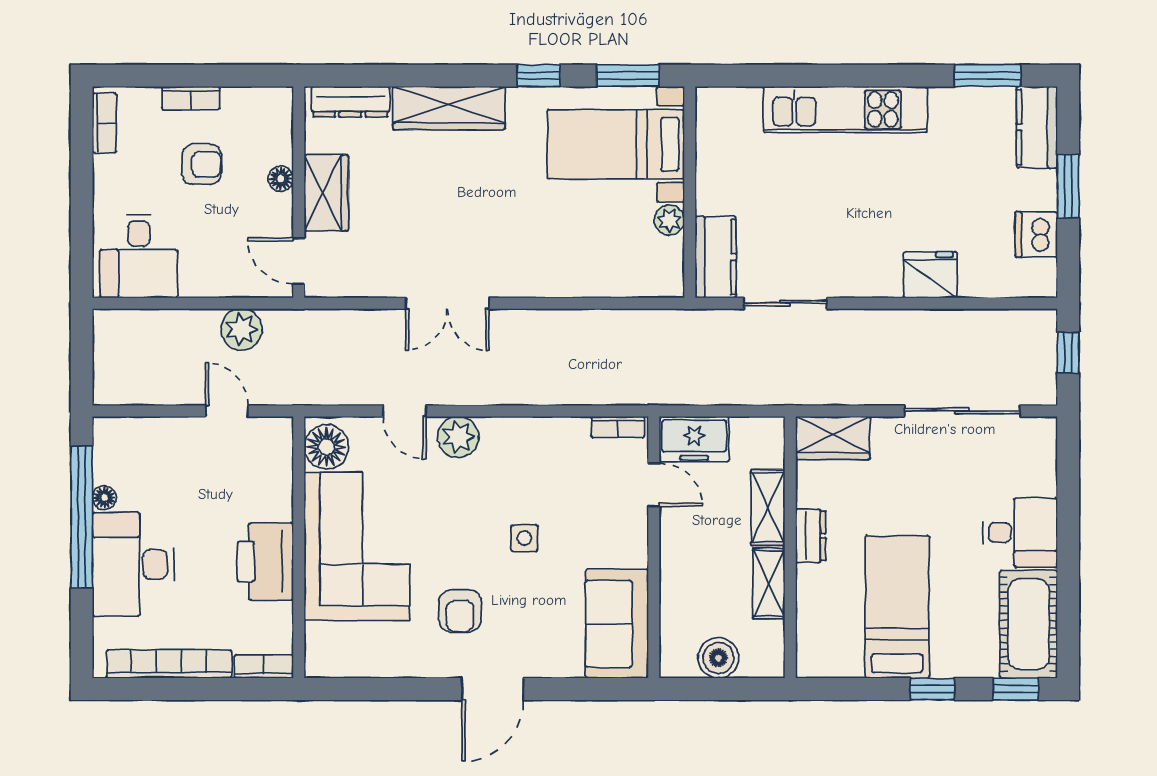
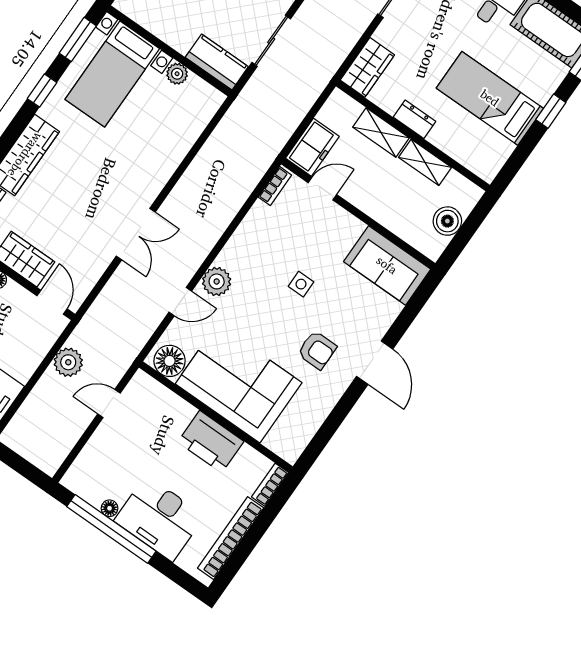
door: (299, 261) -> (52, 302), swing flipped

